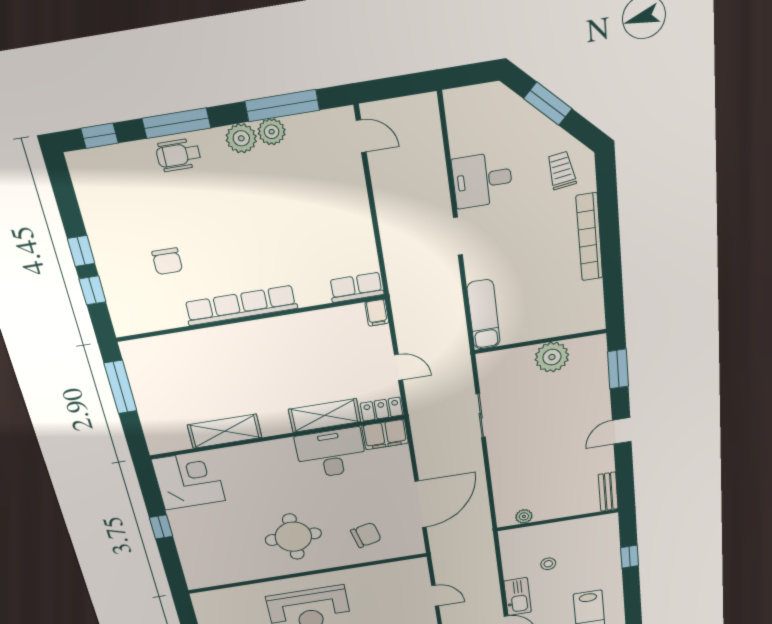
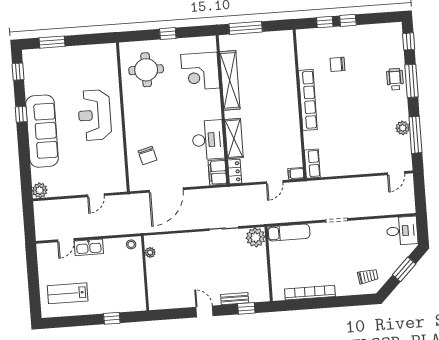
plant: (241, 138) -> (401, 112), removed
desk: (482, 180) -> (402, 231), moved, turned 90
bookcase: (589, 237) -> (310, 293), moved
plant: (552, 357) -> (256, 237), moved
door: (398, 367) -> (275, 182), moved
window: (618, 369) -> (246, 308), width x0.67
window: (120, 387) -> (246, 28), moved
shelving: (225, 431) -> (230, 80), width x1.47
corner desk: (189, 480) -> (200, 71), moved, turned 90
bench: (608, 492) -> (235, 299), moved
door: (421, 504) -> (166, 190), hinge flipped
round table: (293, 537) -> (146, 70), moved
stool: (548, 564) -> (131, 244), moved

